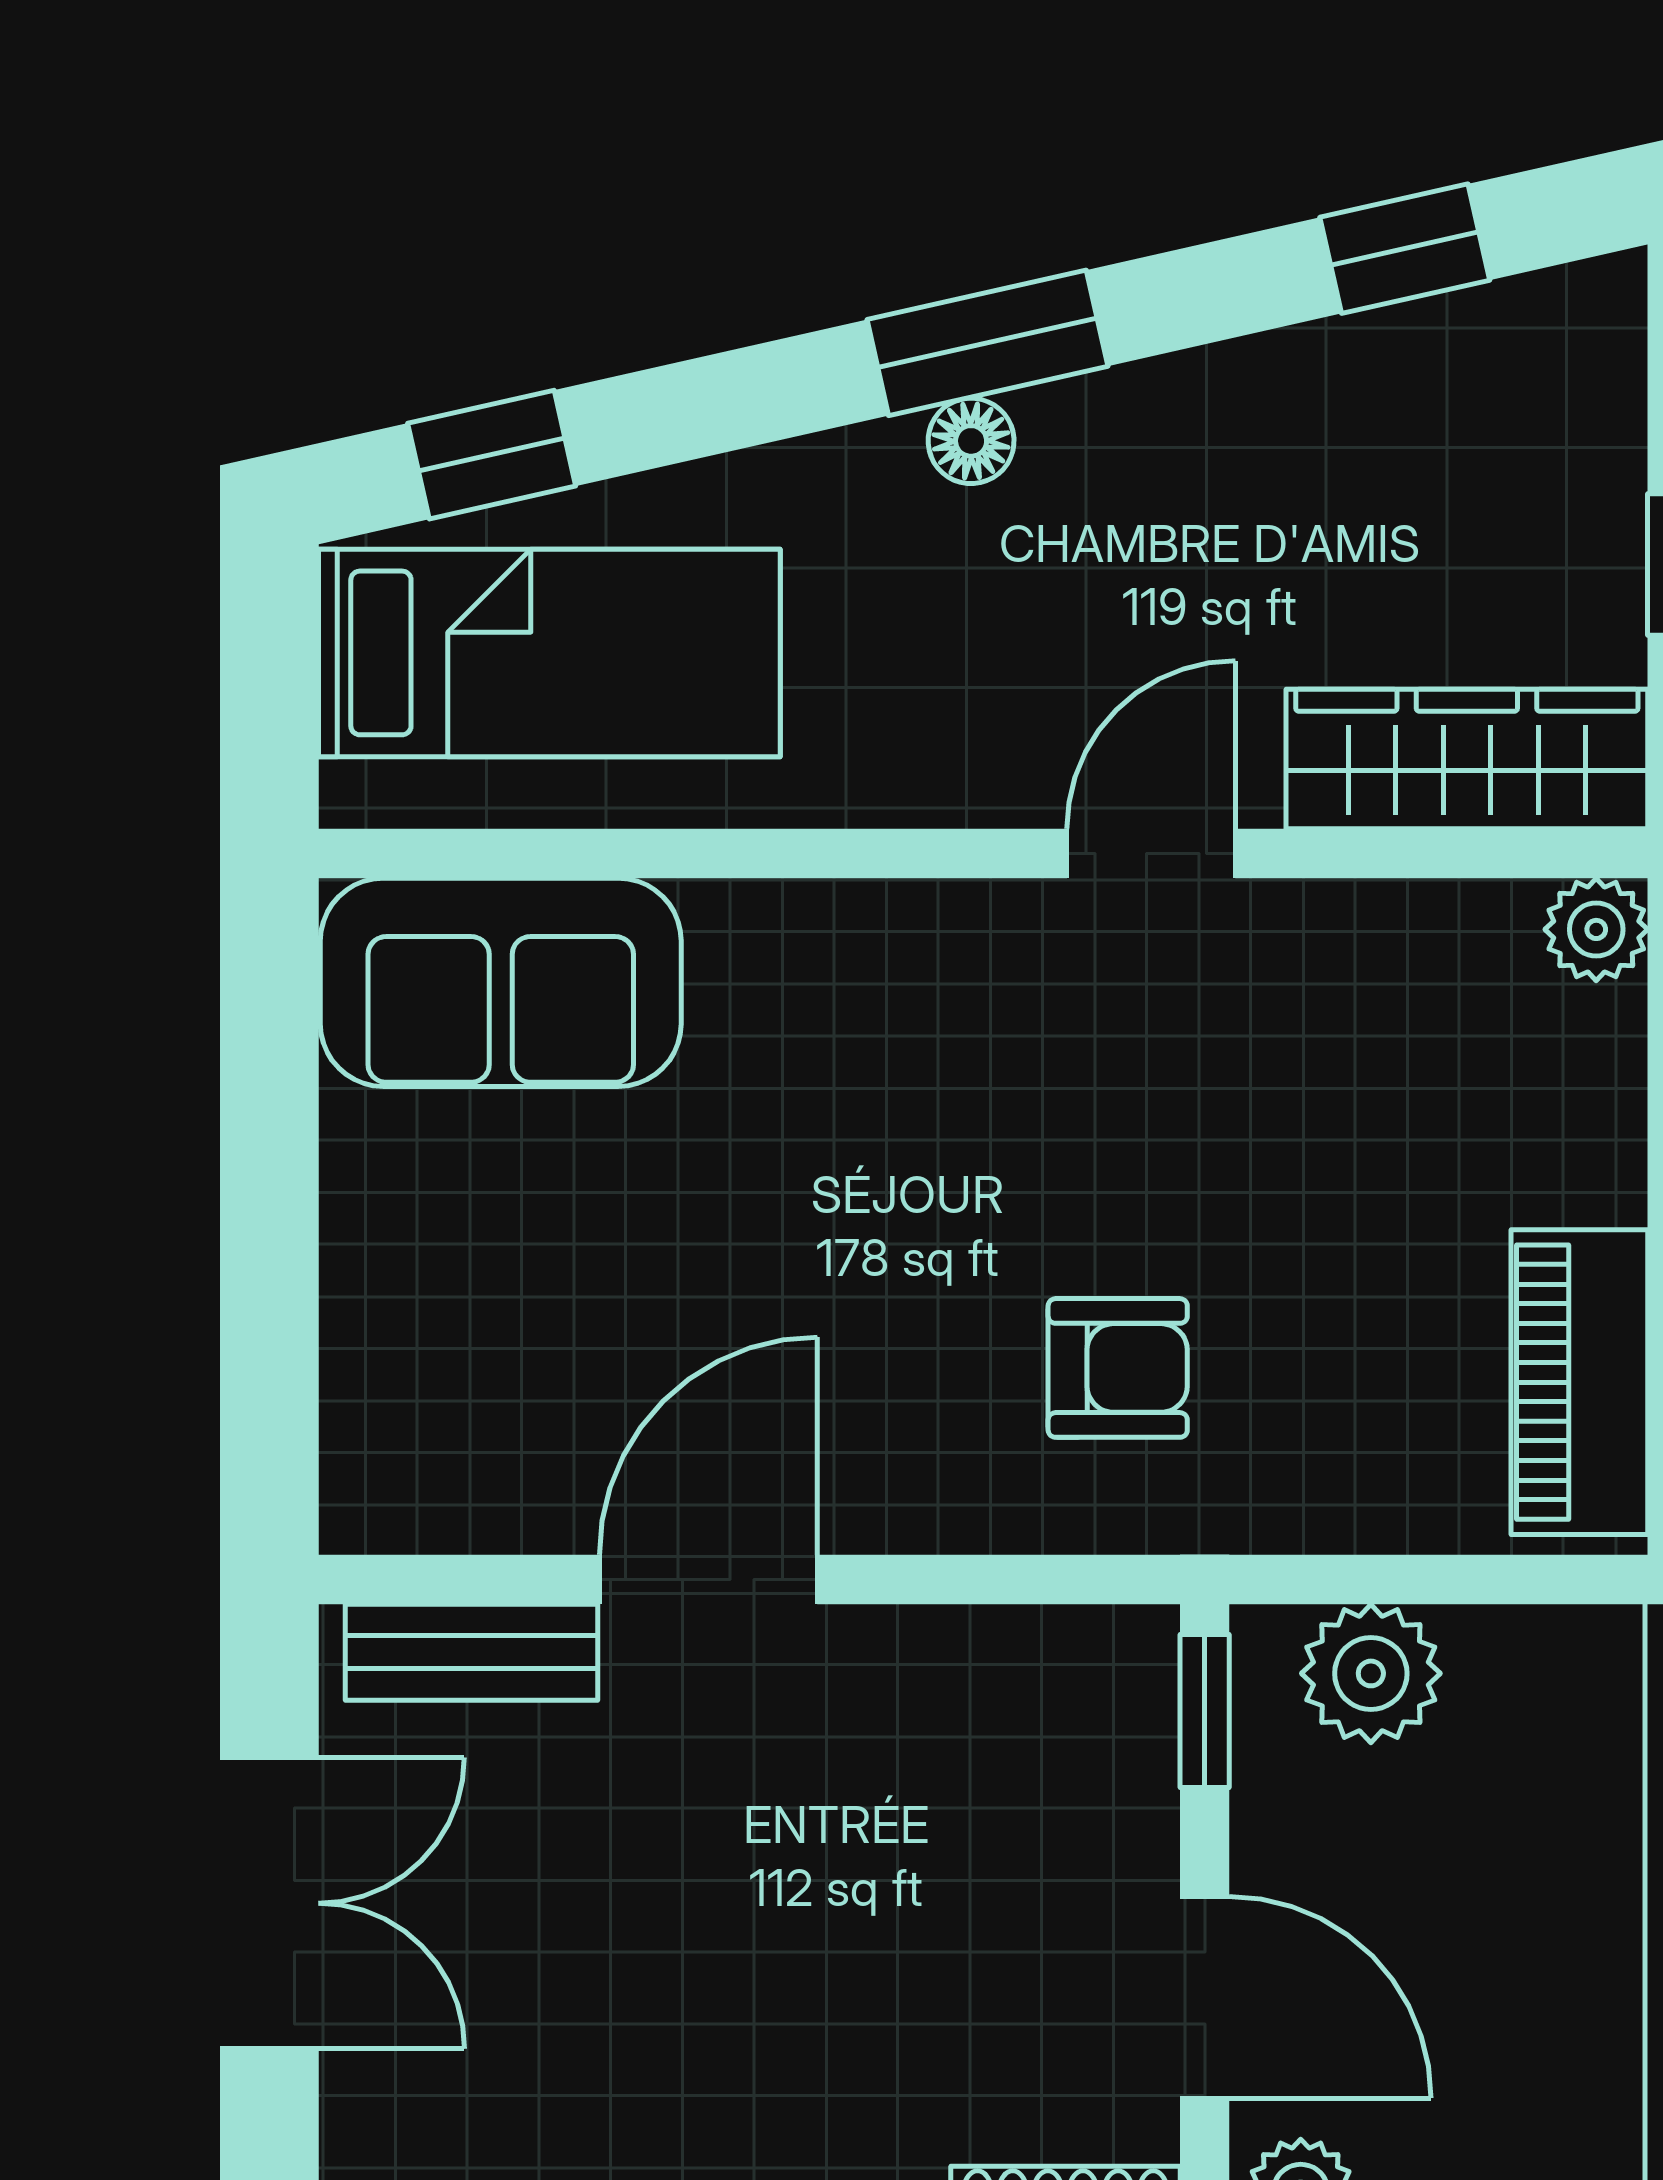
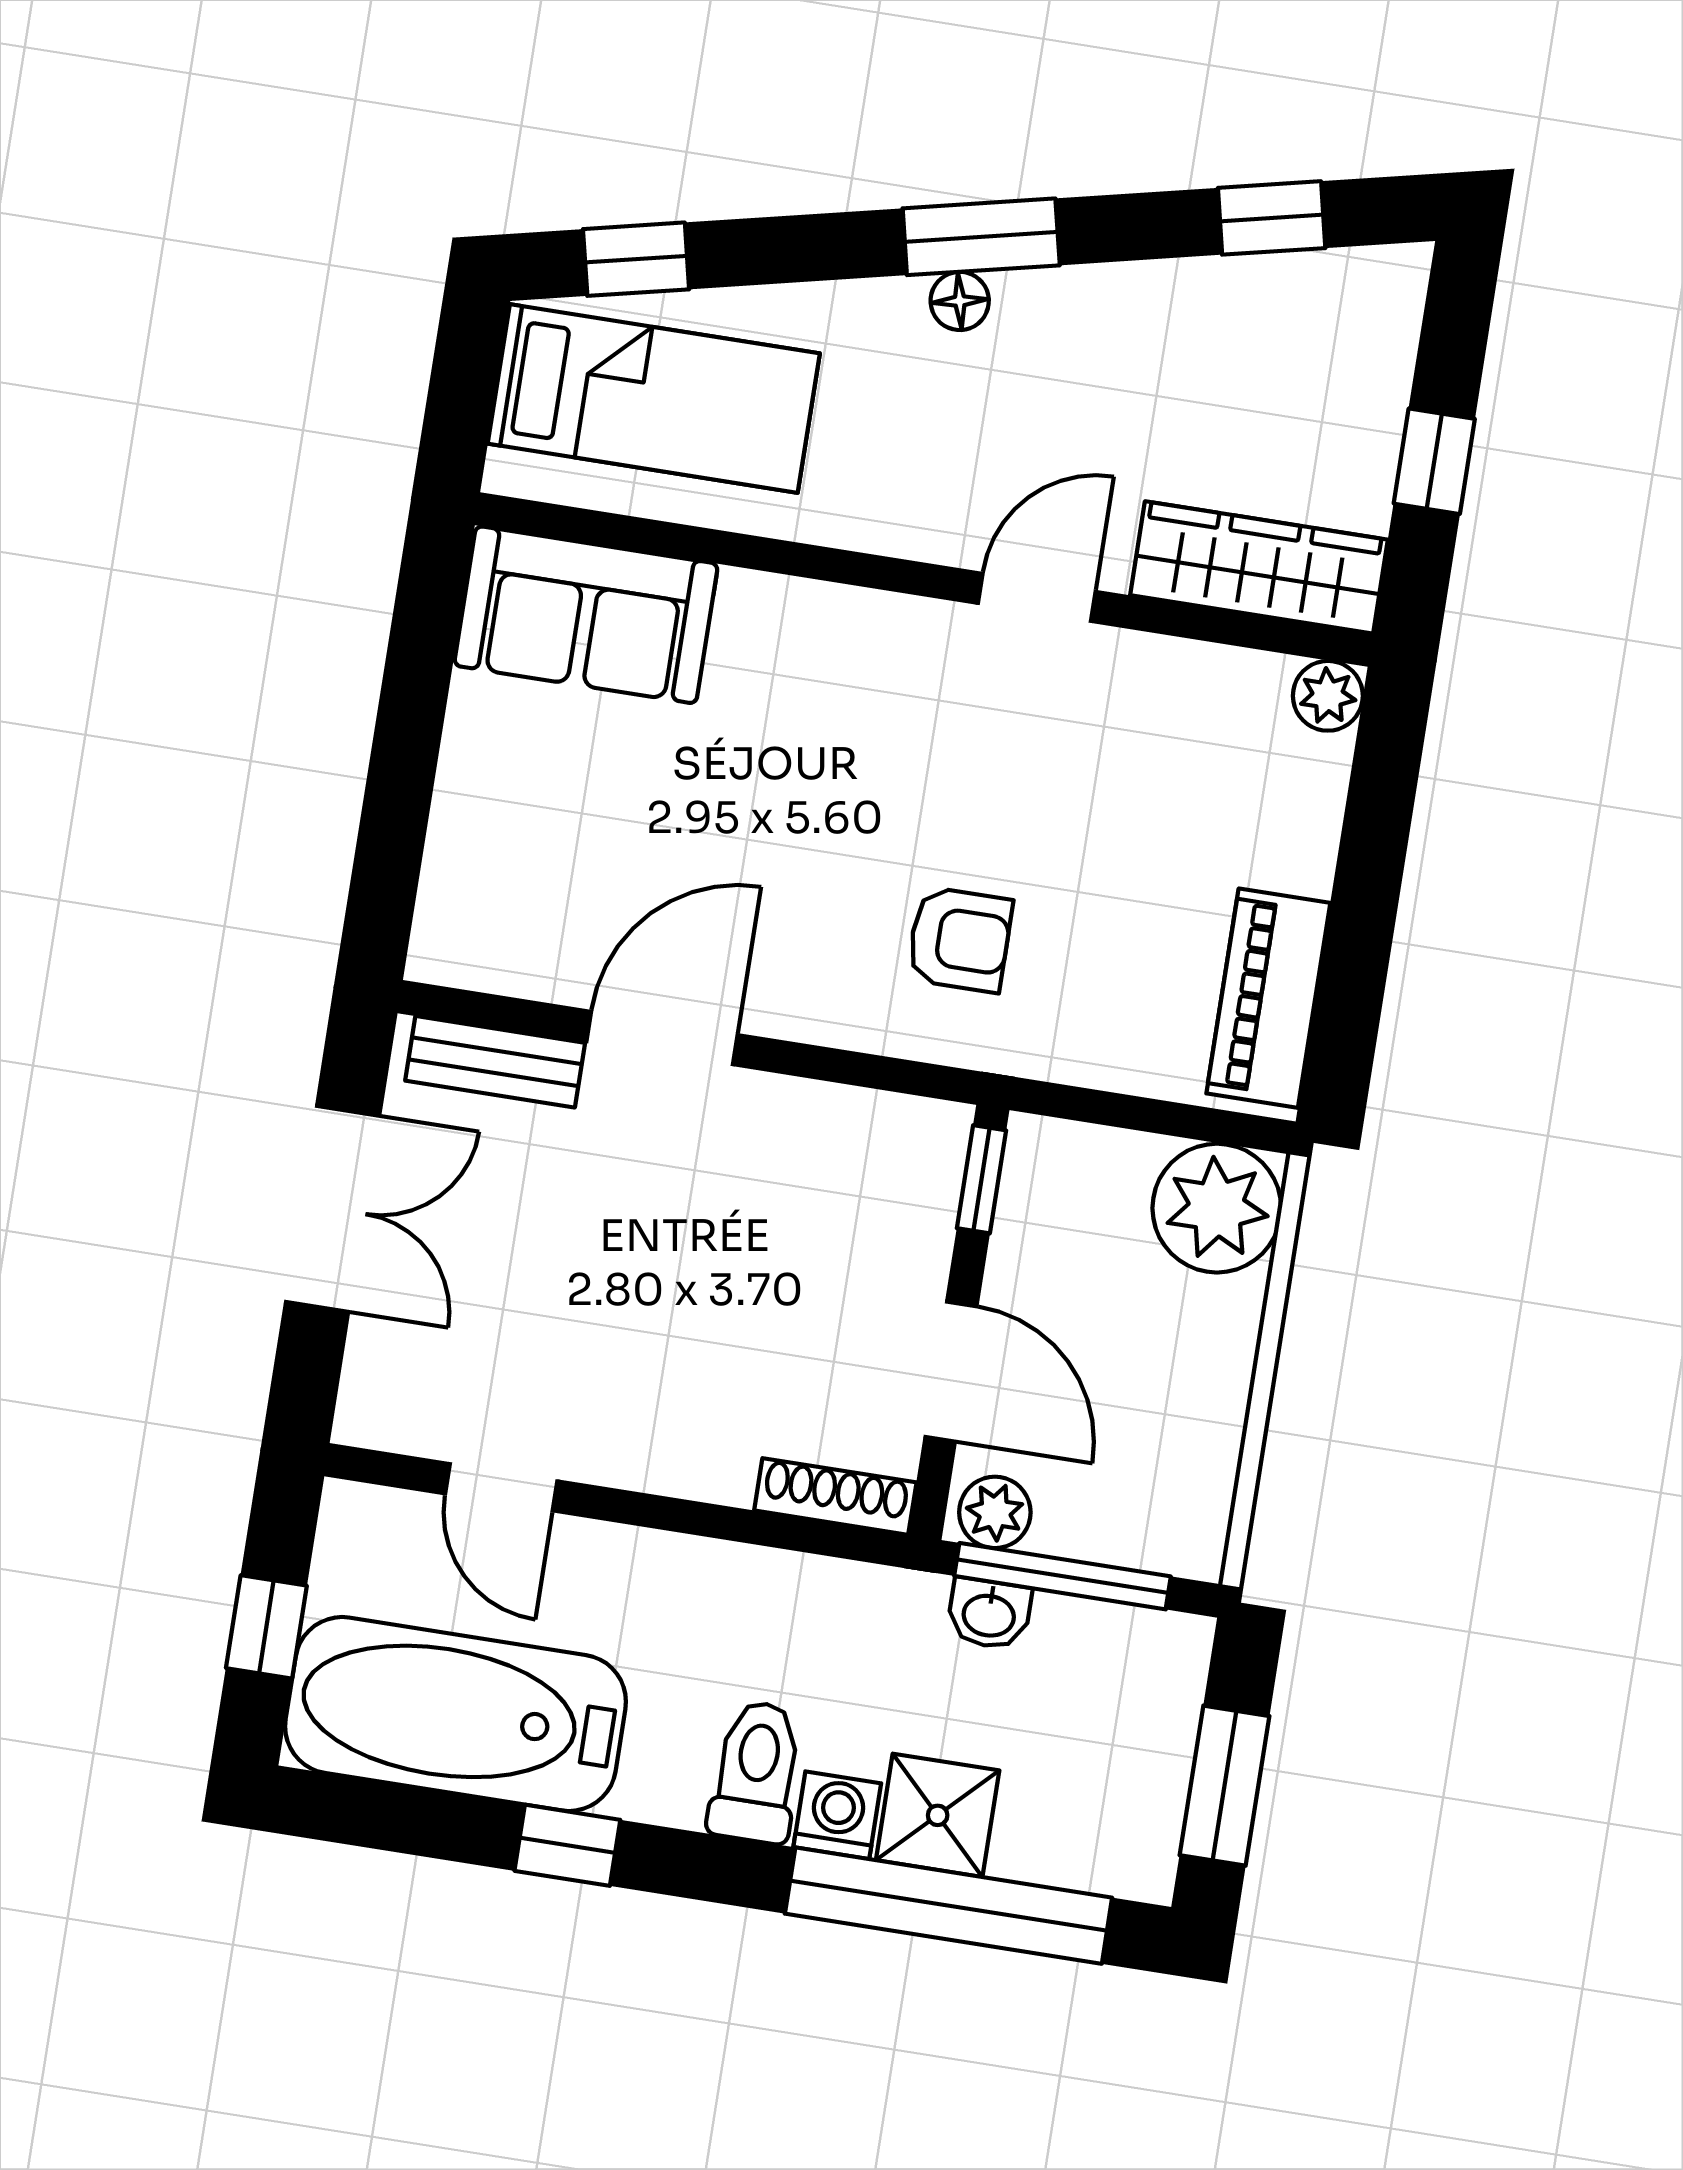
plant: (1371, 1673) -> (1217, 1208), moved, width x1.36, depth x1.36

